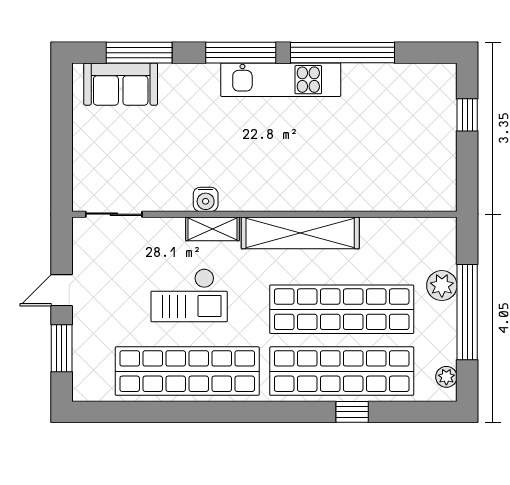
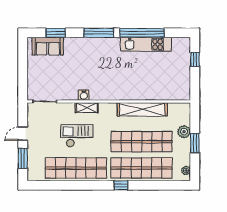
window: (139, 53) -> (56, 33), width x0.69
kitchen unit: (281, 80) -> (146, 44), moved
shelving: (300, 233) -> (142, 109), moved
checkout: (189, 295) -> (77, 136), turned 180
window: (467, 312) -> (195, 143), width x0.47
window: (352, 412) -> (121, 185), moved

